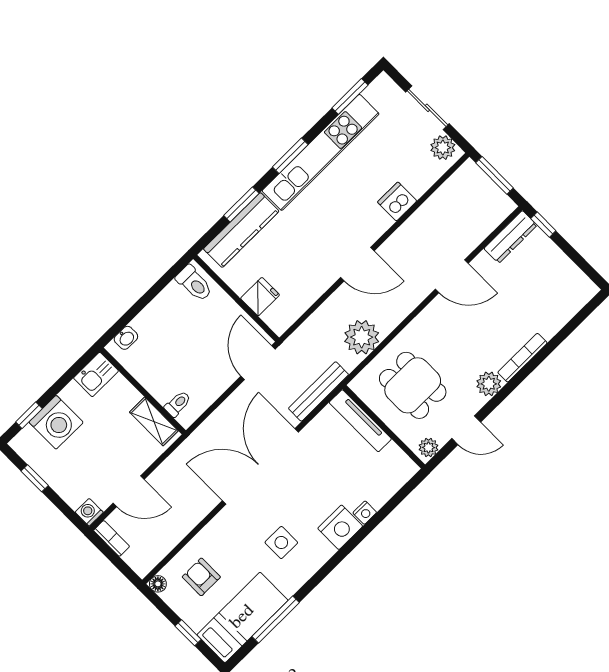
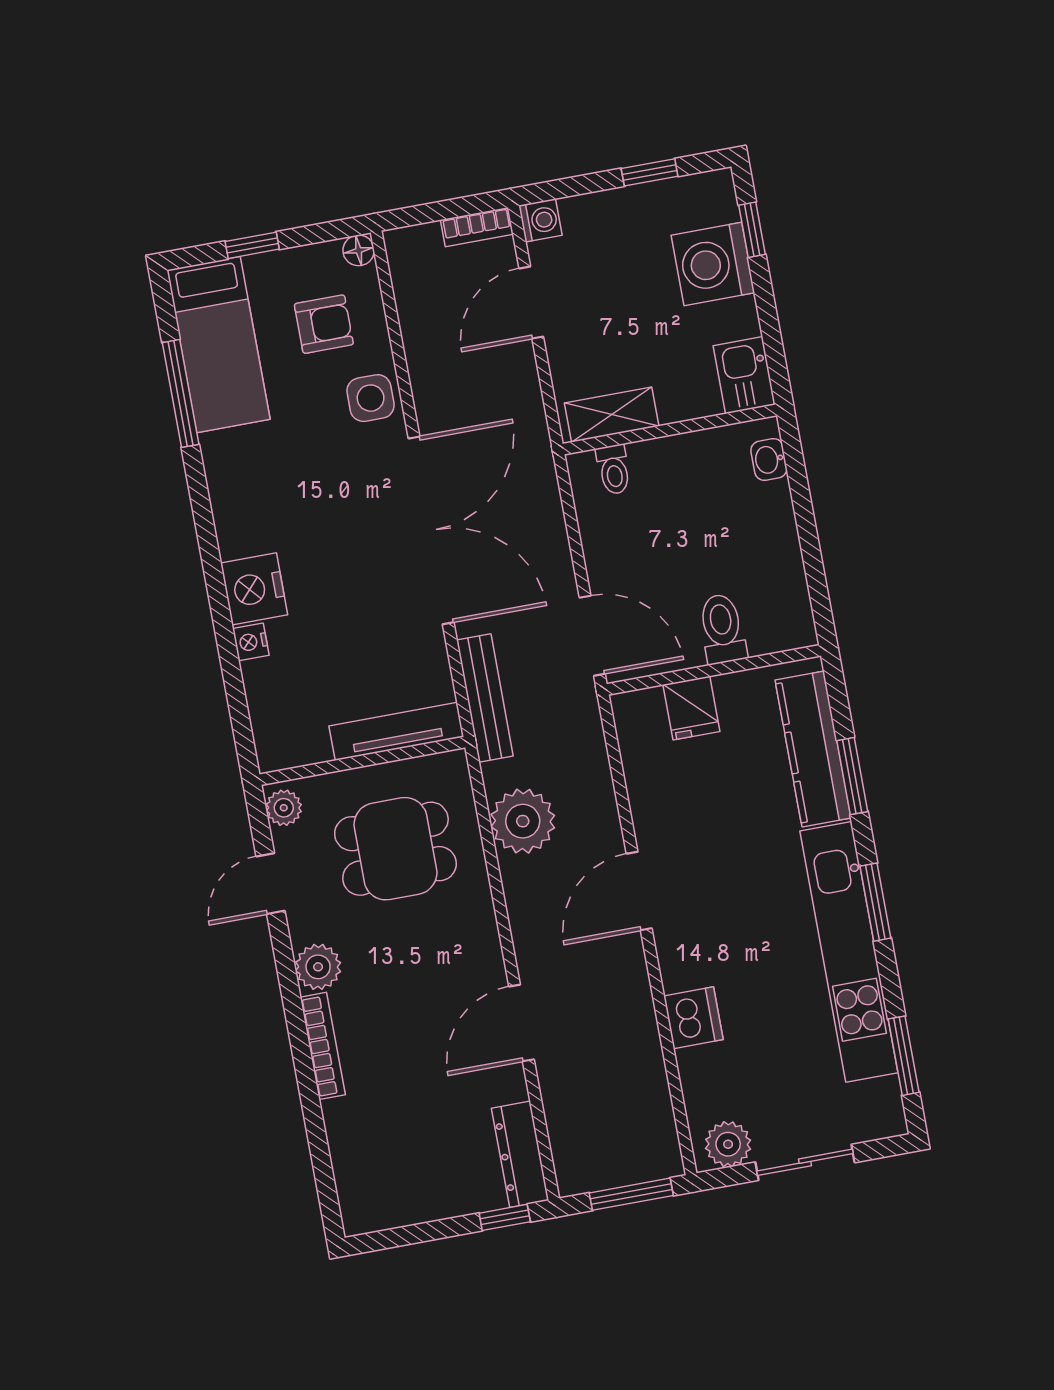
toilet: (194, 283) -> (722, 629), moved, turned 90
side table: (281, 542) -> (371, 398), moved

